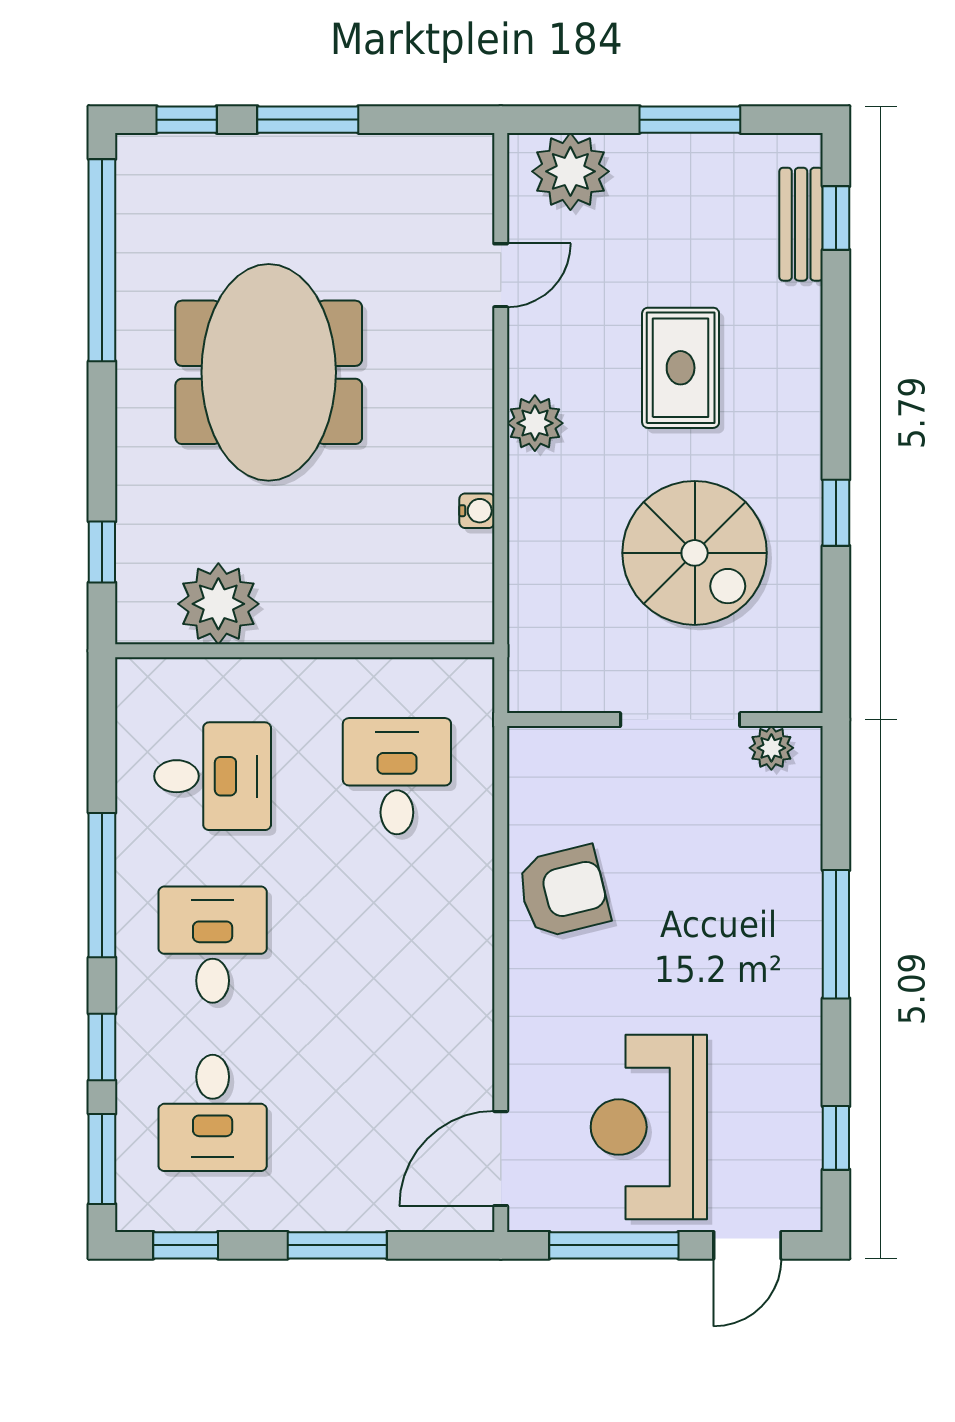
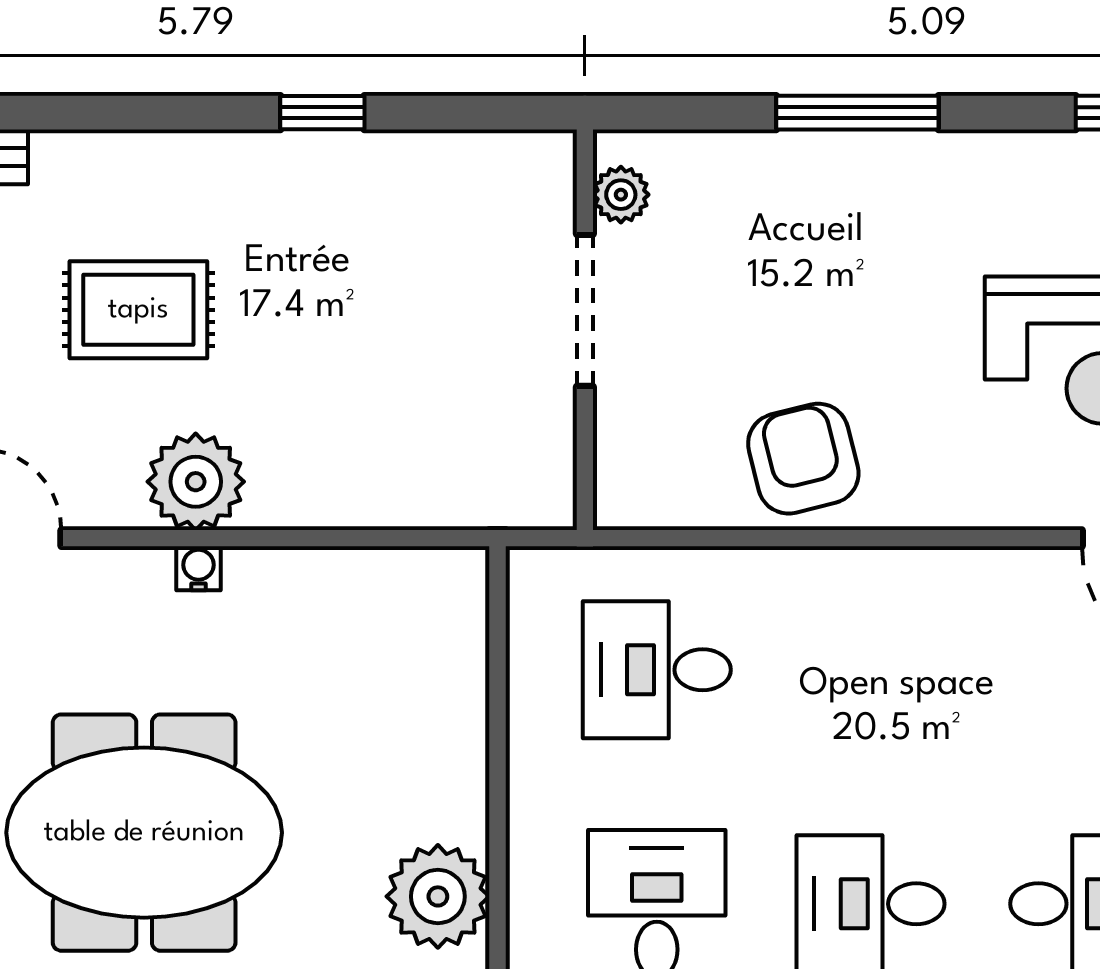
plant: (535, 423) -> (196, 482), width x1.36, depth x1.36
water cooler: (477, 511) -> (198, 568), moved
spiral stairs: (695, 553) -> (373, 292), removed

